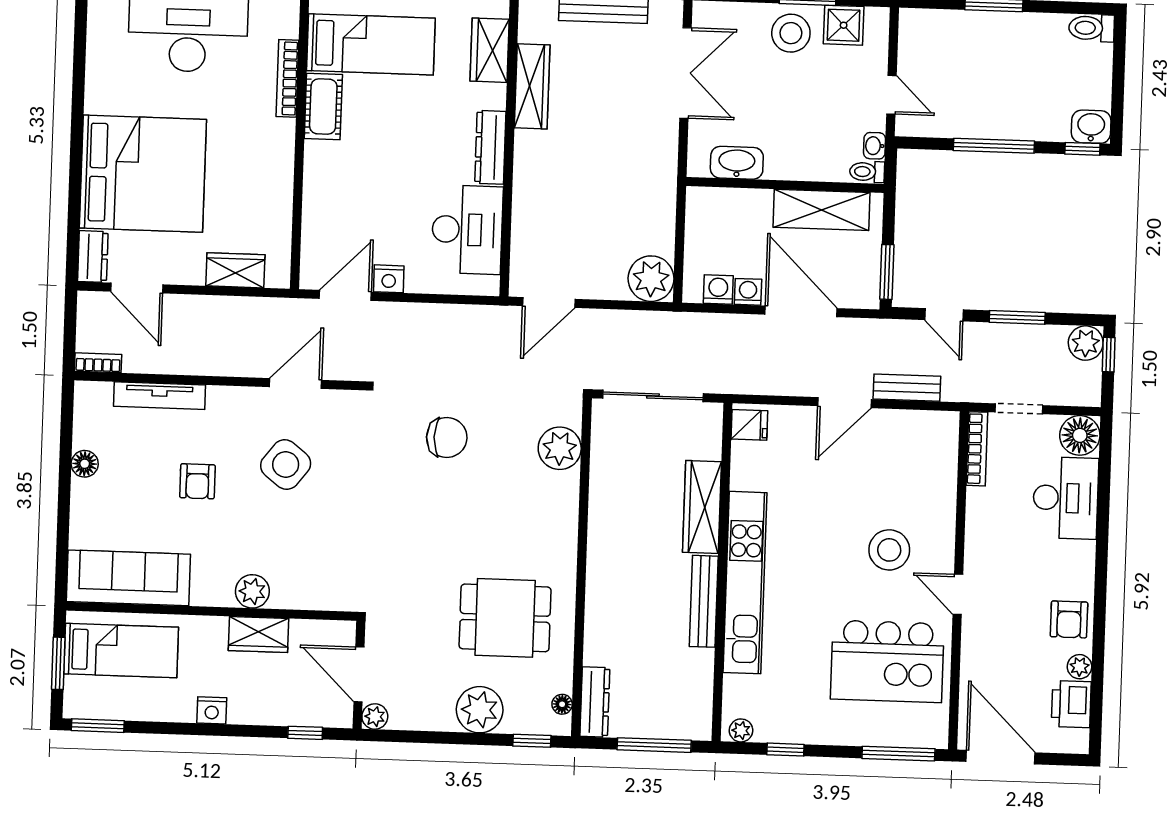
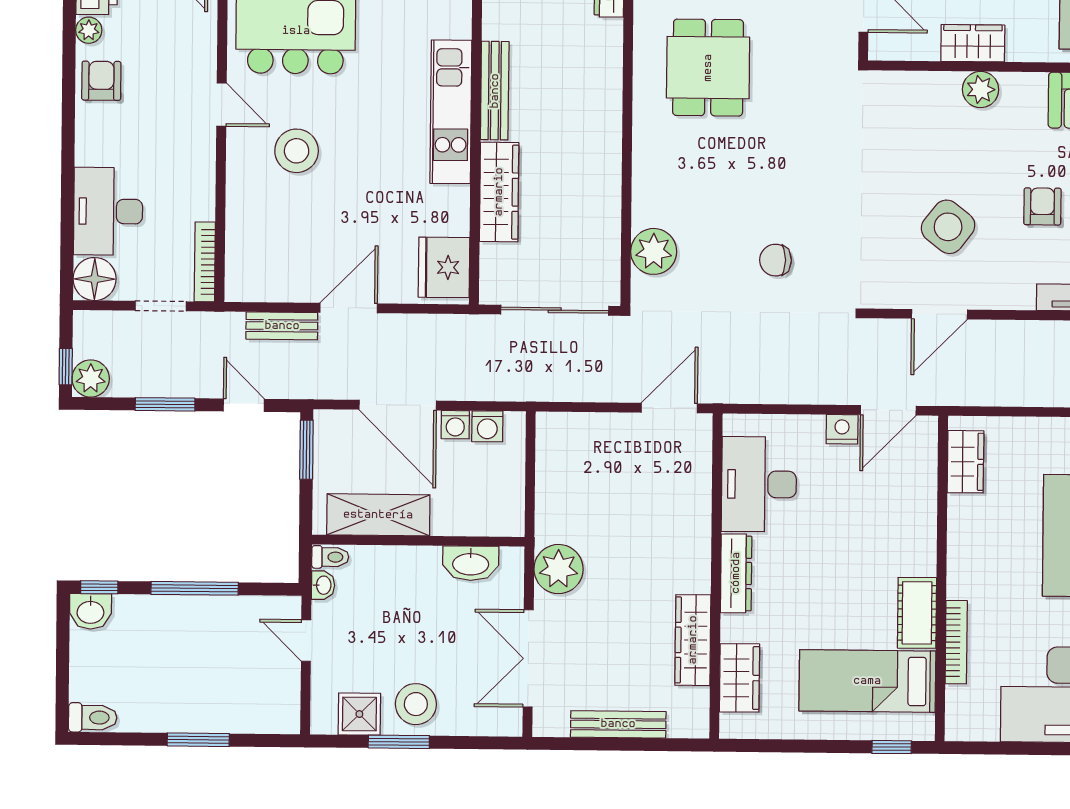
wardrobe: (235, 270) -> (965, 462), moved, turned -90
plant: (651, 279) -> (559, 569), moved
fridge: (749, 425) -> (444, 267), width x1.88, depth x1.34
chair: (447, 437) -> (775, 260), width x0.73, depth x0.73
kitchen unit: (745, 583) -> (451, 112), width x0.73
dining table: (505, 618) -> (708, 68), turned 90

